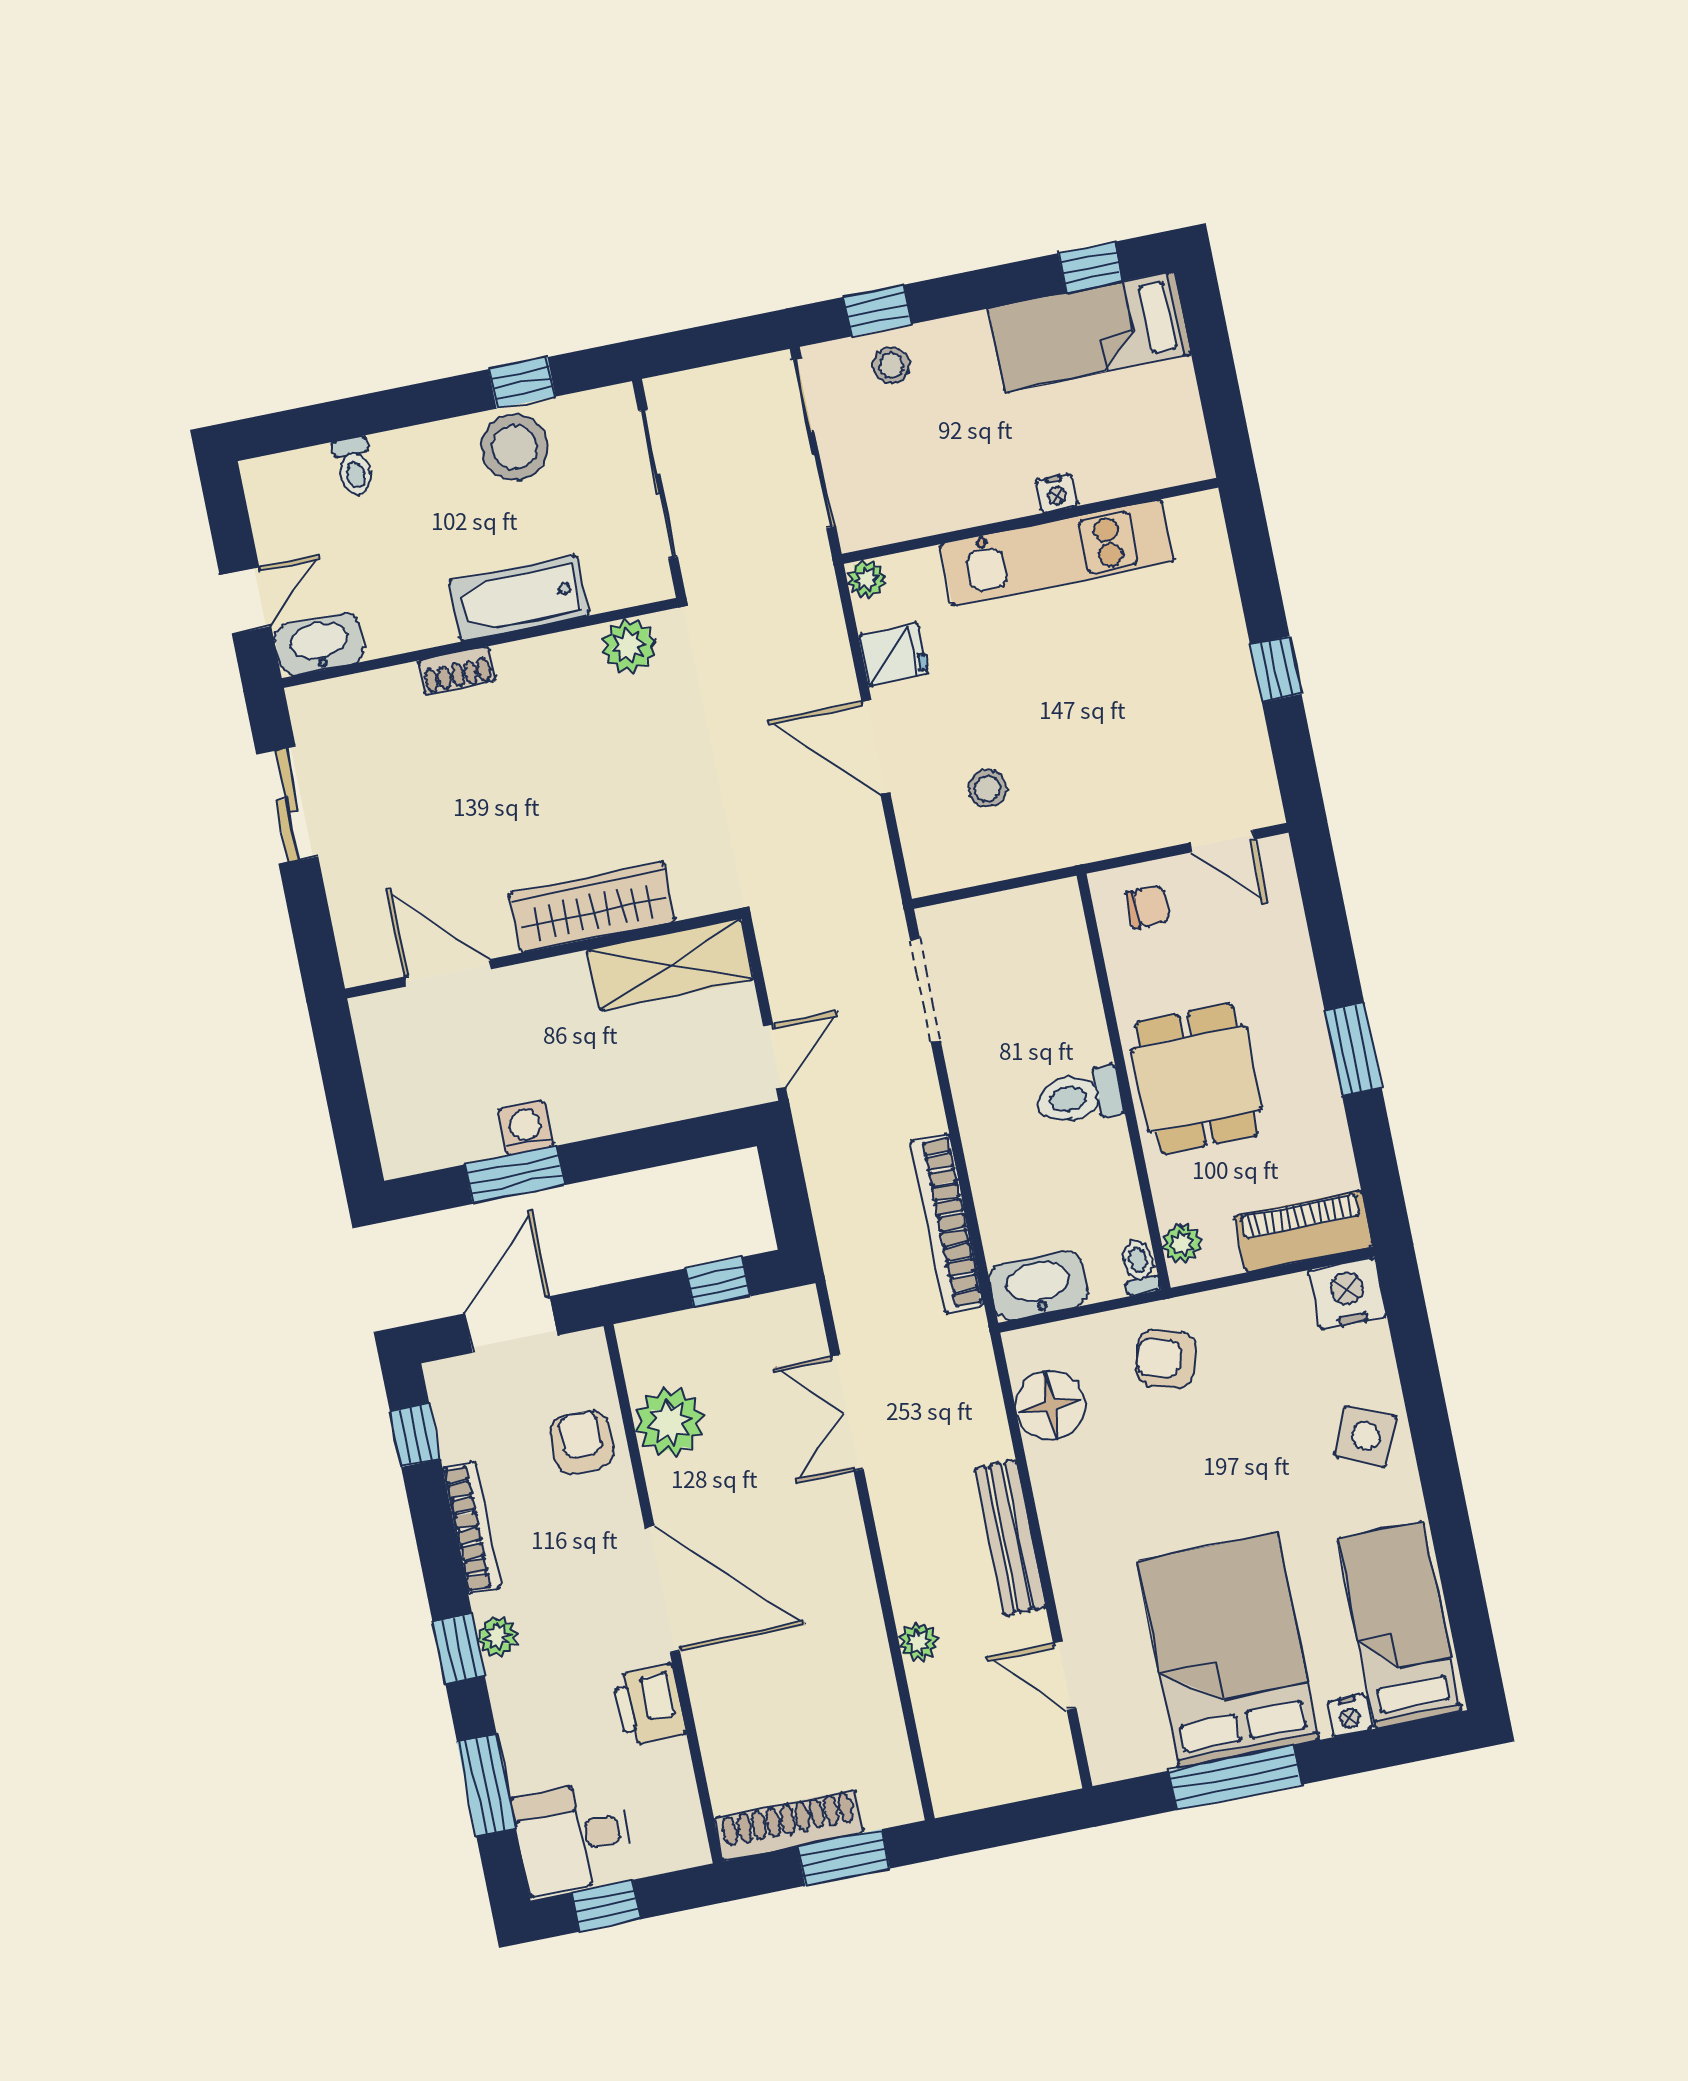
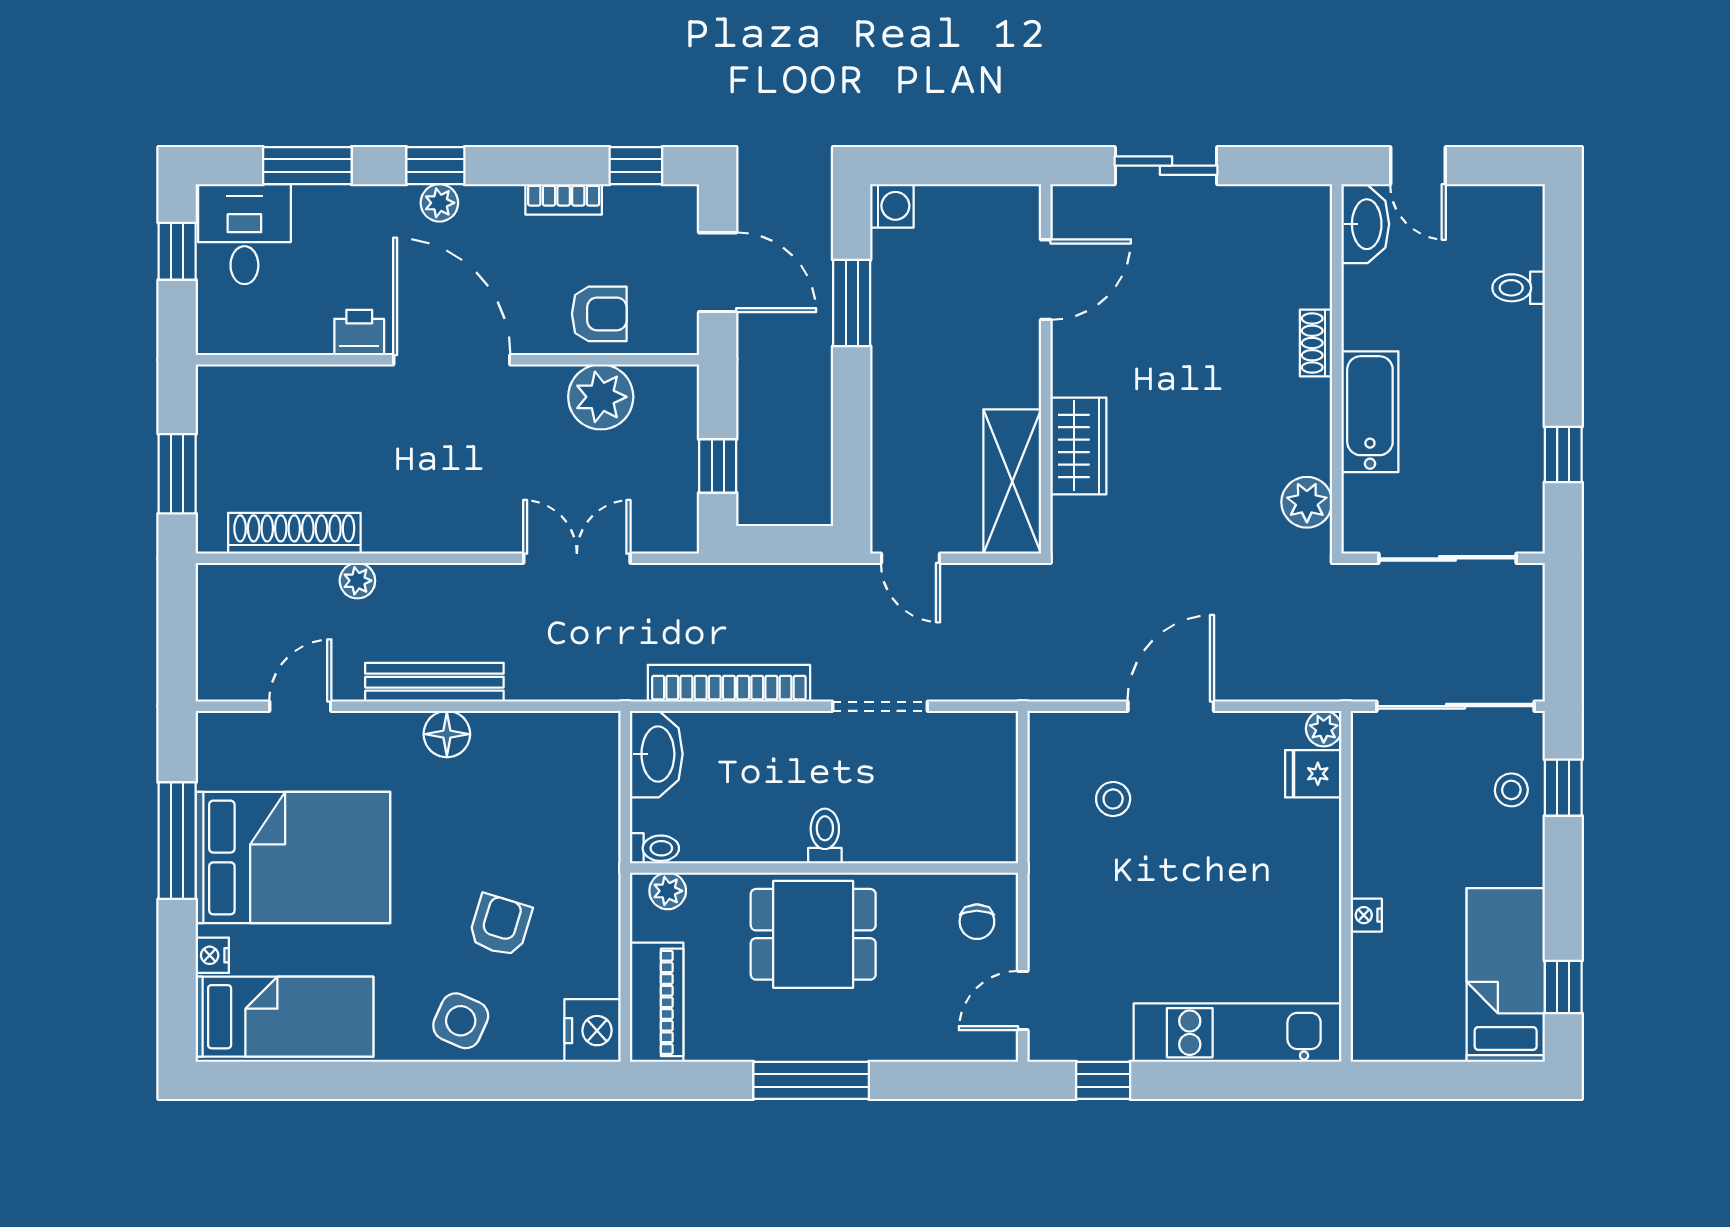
stool: (515, 447) -> (1507, 436), removed
kitchen unit: (1057, 553) -> (1238, 1033), moved, turned 90
fridge: (894, 655) -> (1313, 774), moved, turned 90
window: (1276, 669) -> (1103, 1080), moved
sliding door: (287, 805) -> (1166, 166), moved
wardrobe: (592, 907) -> (1078, 446), width x0.67
doorway: (925, 990) -> (880, 706), moved
window: (1353, 1049) -> (811, 1080), width x1.44
toilet: (1079, 1097) -> (825, 836), width x0.73, depth x0.72
washing machine: (526, 1128) -> (892, 206), moved
armchair: (1166, 1359) -> (500, 925), moved
floor lamp: (1050, 1405) -> (447, 734), moved, width x0.73, depth x0.73
bookcase: (472, 1528) -> (564, 199), width x0.64
door: (662, 1589) -> (452, 360), swing flipped
printer: (649, 1705) -> (359, 332), width x0.73, depth x0.81
shoe rack: (789, 1825) -> (294, 533), moved, turned -90

